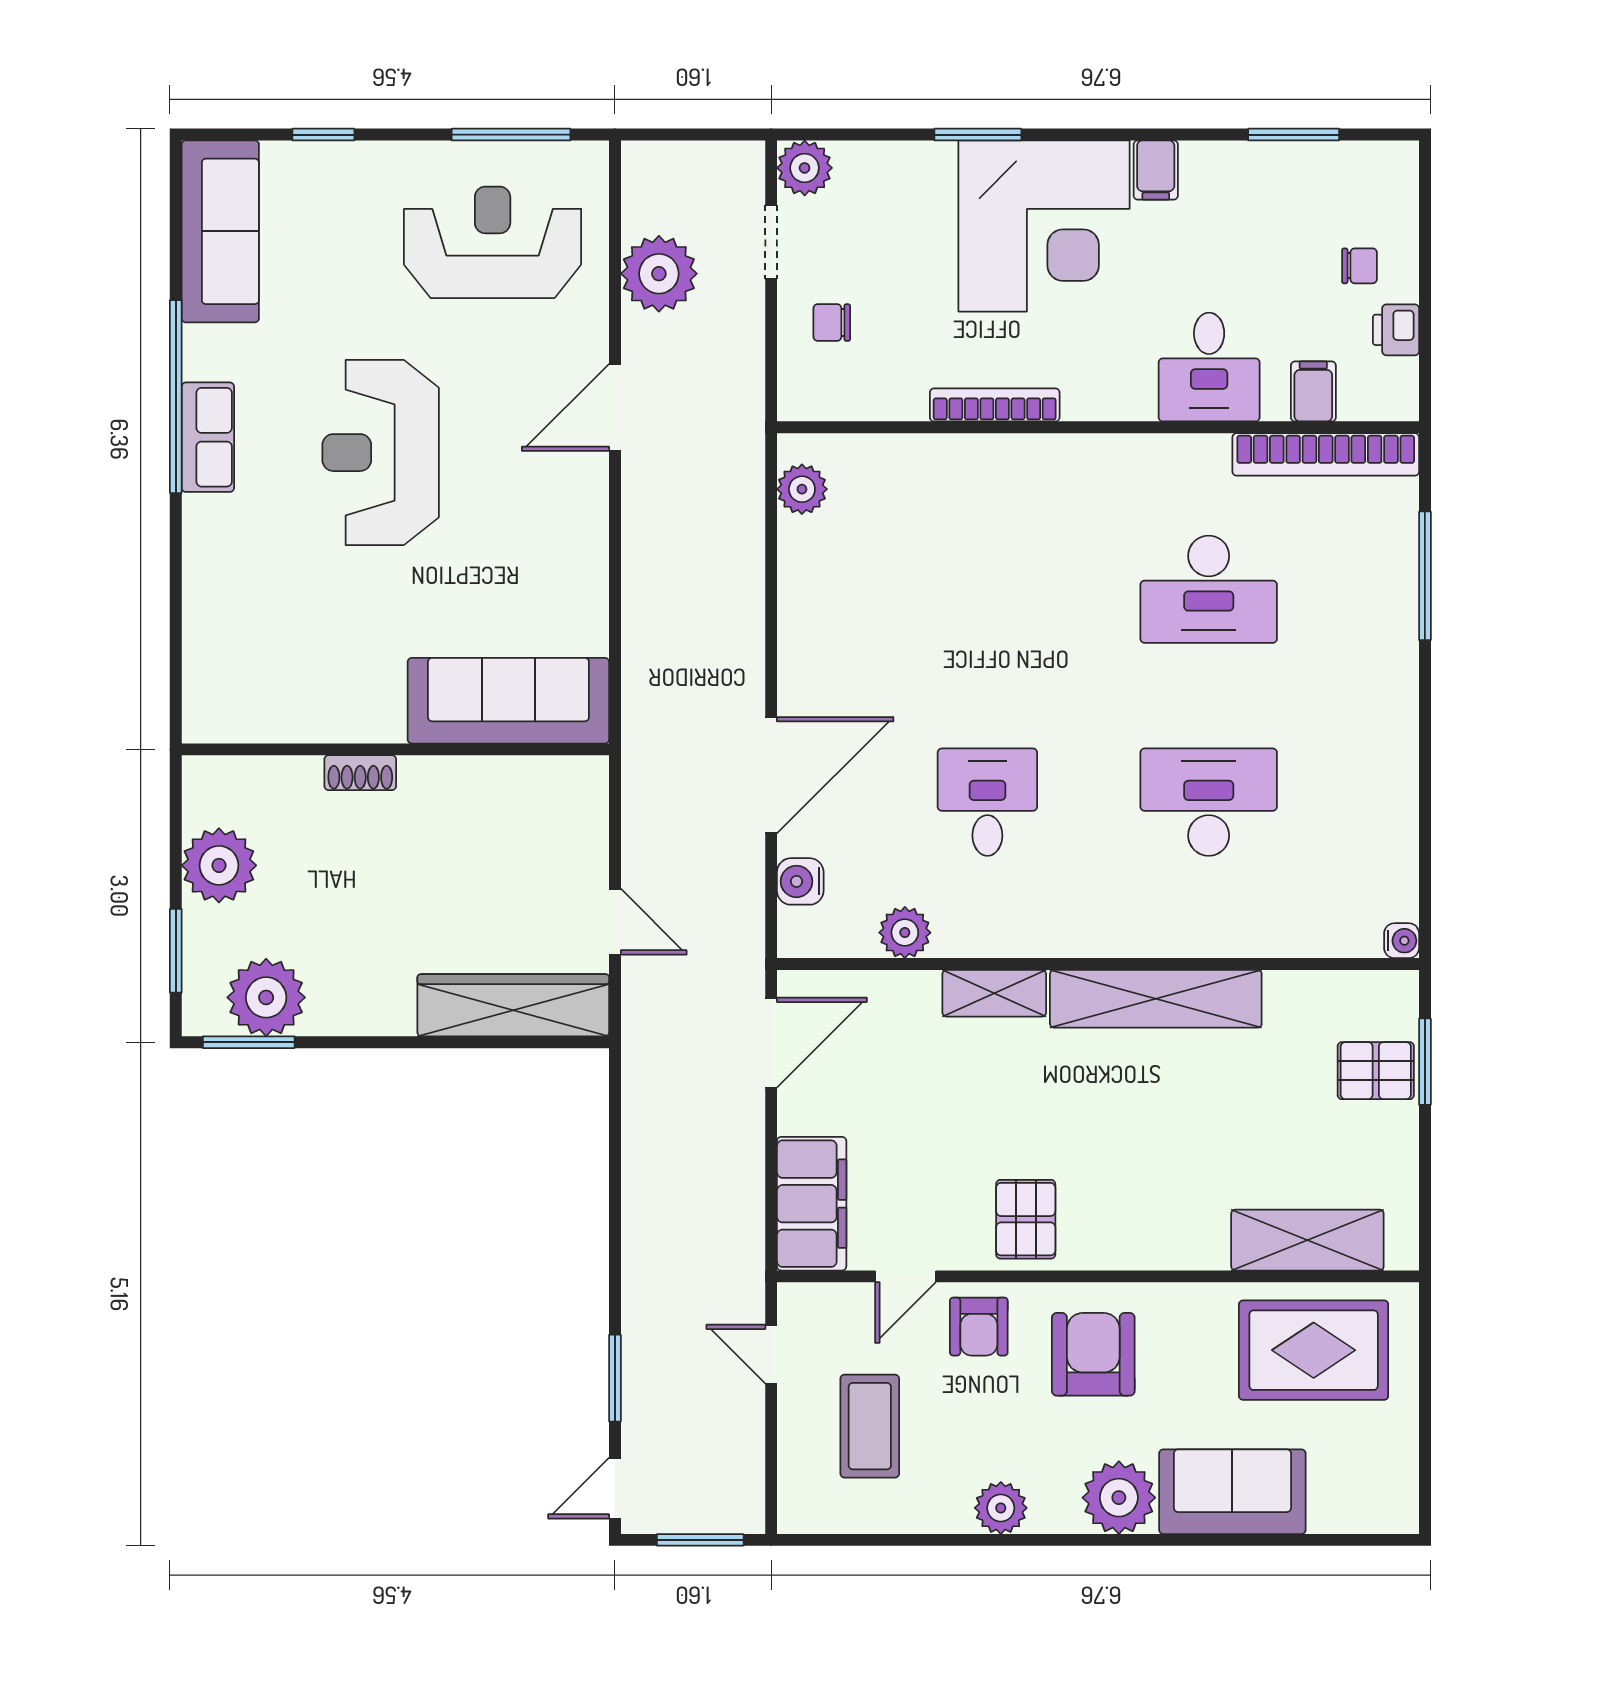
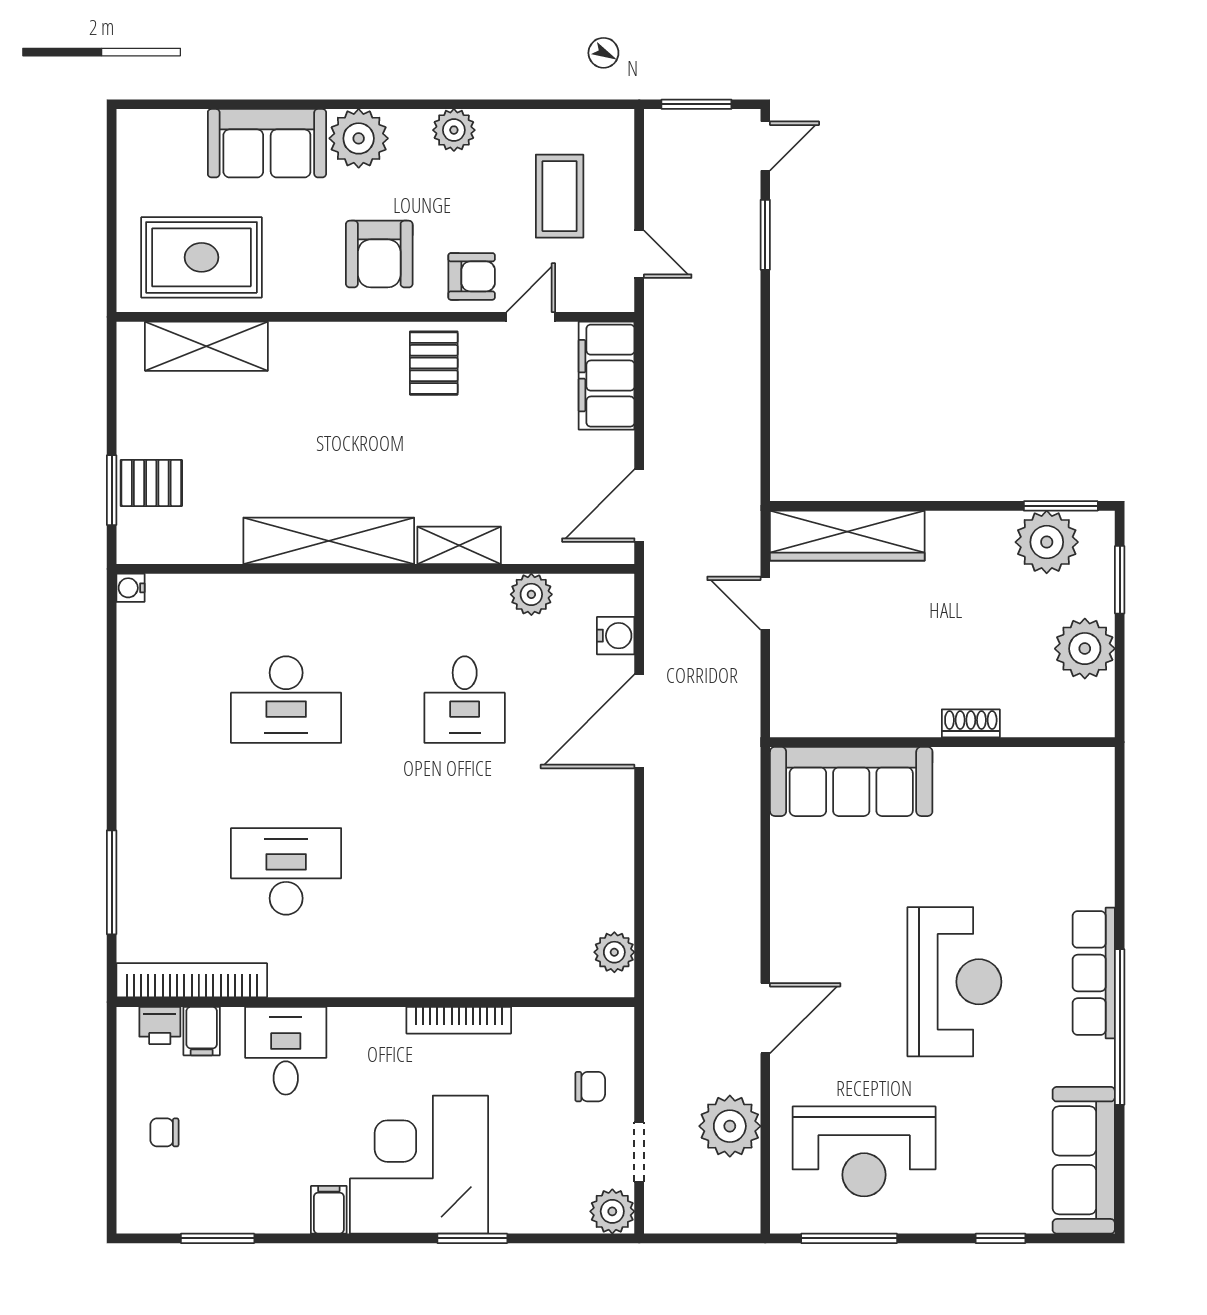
printer: (1396, 330) -> (160, 1025), moved, turned 90
row of seats: (208, 437) -> (1094, 973), width x1.48
armchair: (979, 1327) -> (472, 276), turned 90

